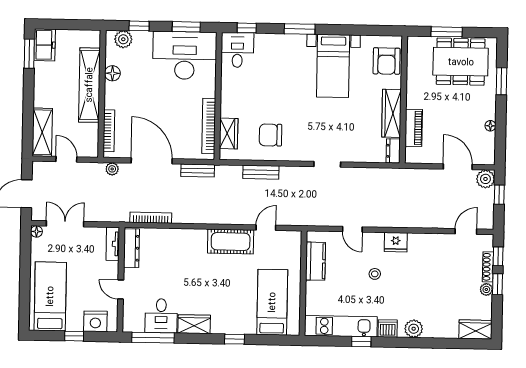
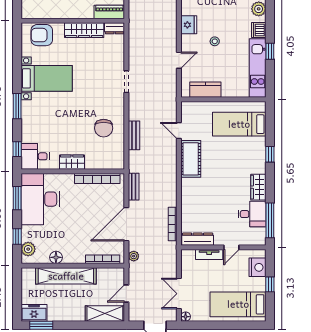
armchair: (387, 61) -> (42, 35), turned 180
piano: (414, 128) -> (109, 12), moved
wardrobe: (229, 133) -> (72, 162), moved
tv unit: (113, 244) -> (209, 254), moved

